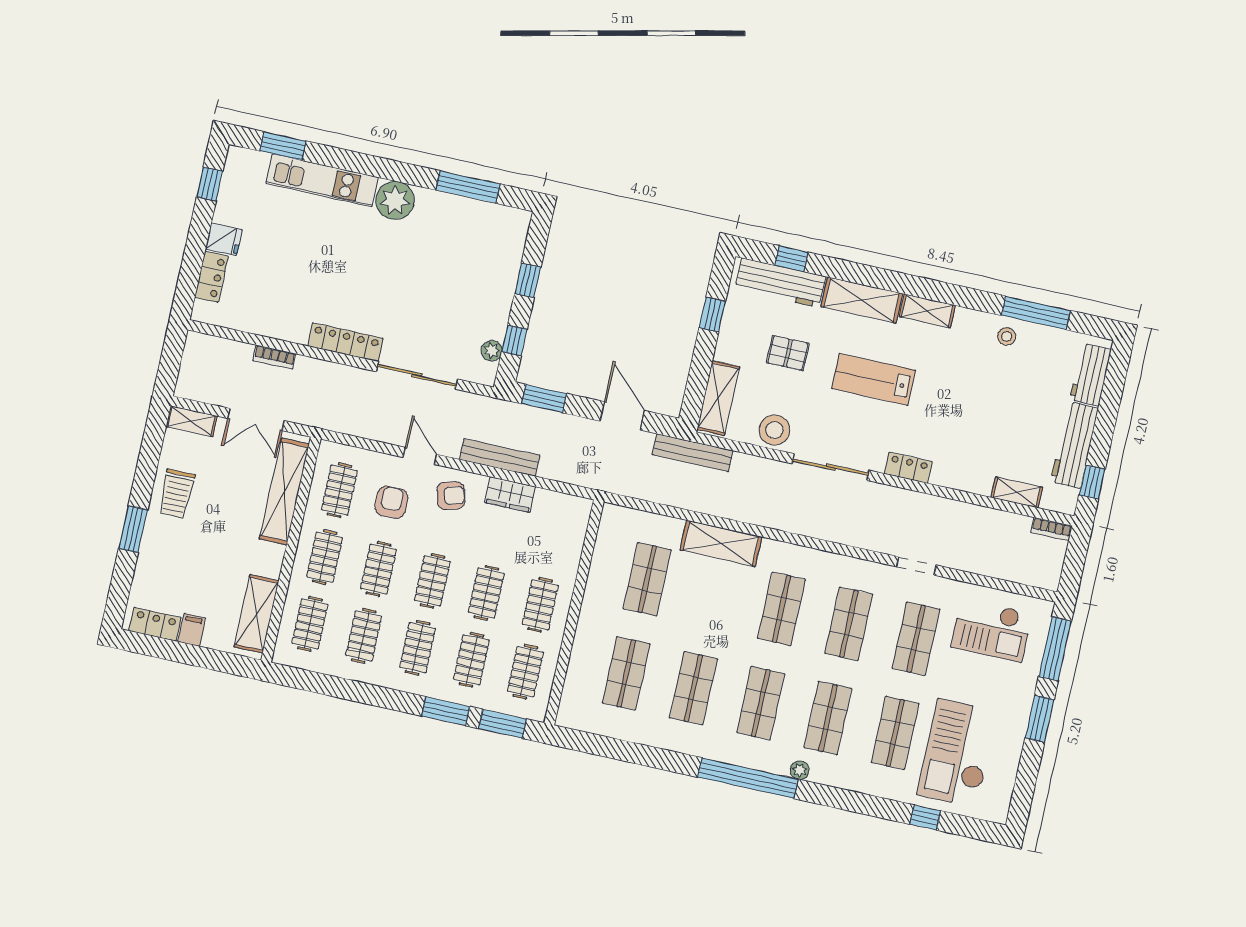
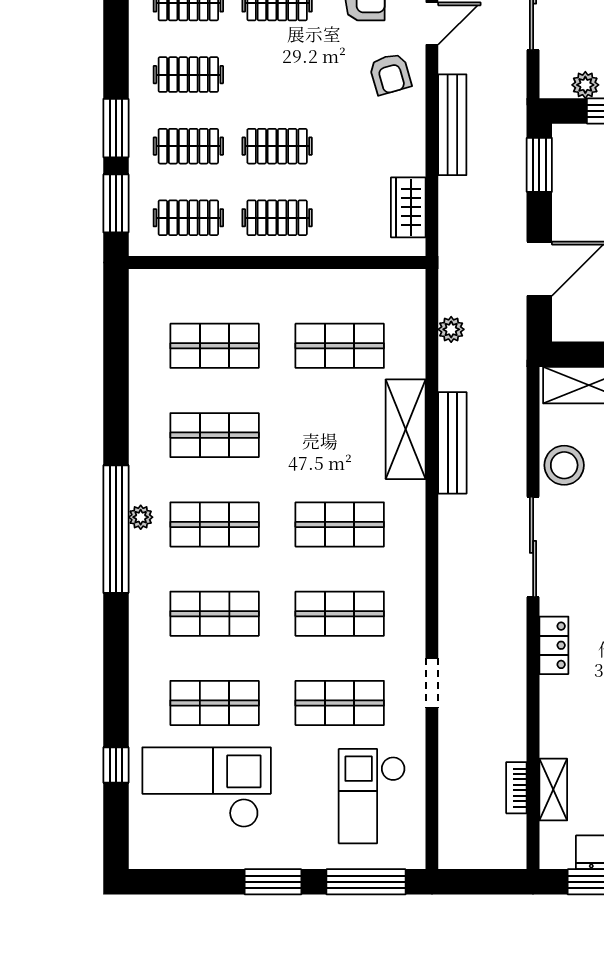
bench: (693, 453) -> (452, 443), moved
plant: (653, 492) -> (451, 329), added
wardrobe: (510, 495) -> (408, 207), moved
bookcase: (1051, 529) -> (516, 788), moved
clothes rail: (432, 581) -> (277, 75), removed
plant: (800, 770) -> (141, 517), moved

